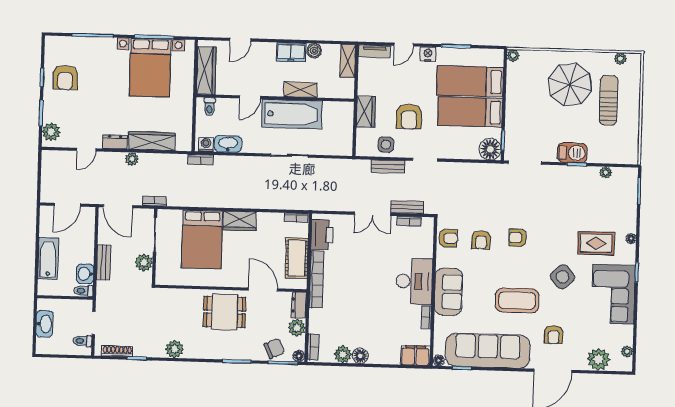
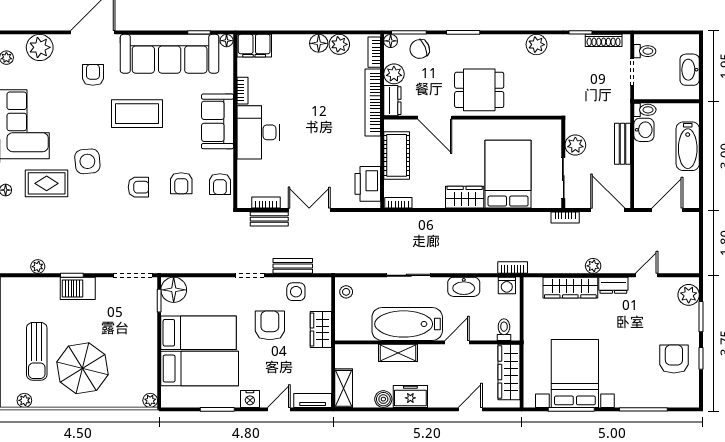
stool: (343, 143) -> (346, 292), added
washbasin: (228, 144) -> (464, 287), moved
armchair: (448, 238) -> (220, 184), turned -90
armchair: (481, 240) -> (181, 183), turned 180
side table: (563, 277) -> (87, 161), moved, turned 36
bookcase: (316, 279) -> (373, 102), moved

